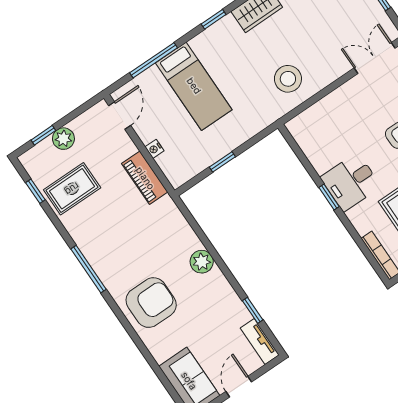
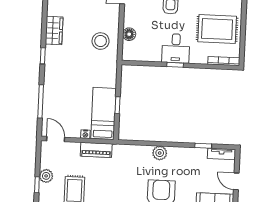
bed: (194, 86) -> (104, 113), moved, turned -90
floor lamp: (324, 109) -> (129, 34), added

